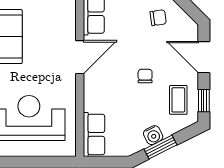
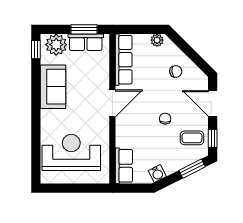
coffee table: (178, 100) -> (192, 138), turned 90
water cooler: (153, 135) -> (157, 174), moved
window: (160, 147) -> (192, 169), moved

